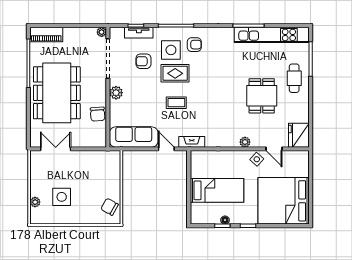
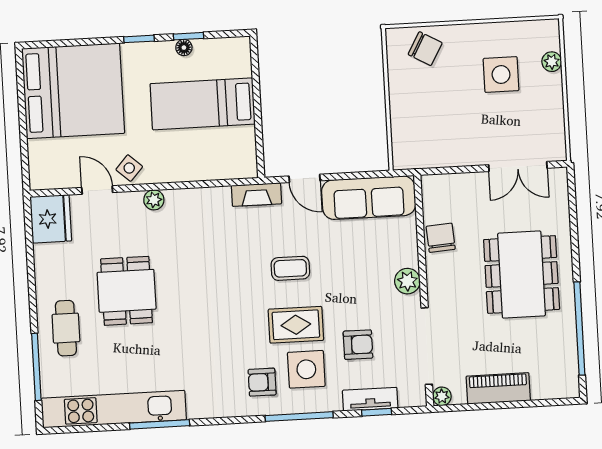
piano: (46, 35) -> (498, 388), moved
dining table: (57, 93) -> (522, 274), width x0.73, depth x0.80
chair: (110, 207) -> (425, 49), moved

